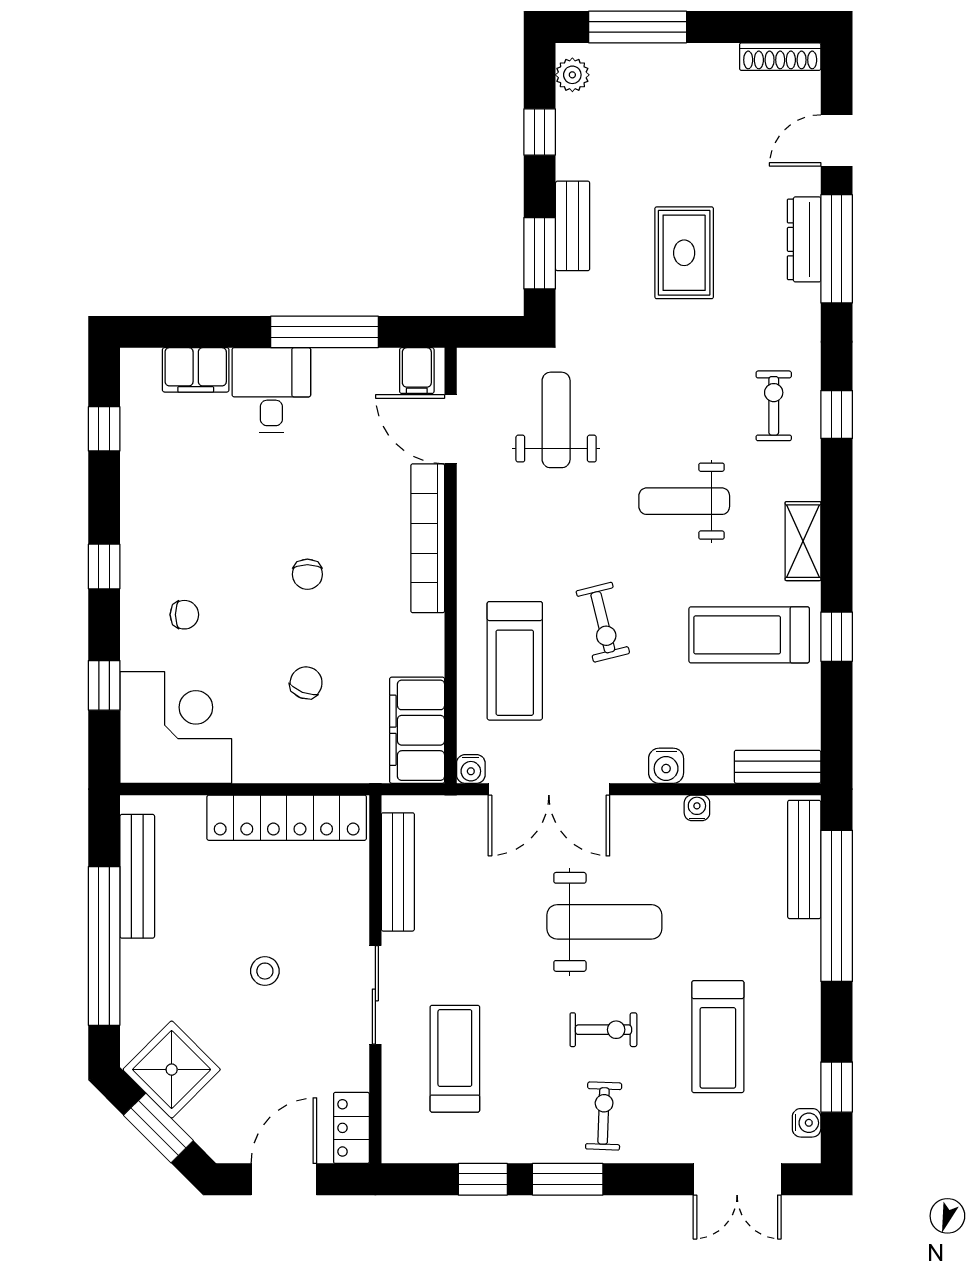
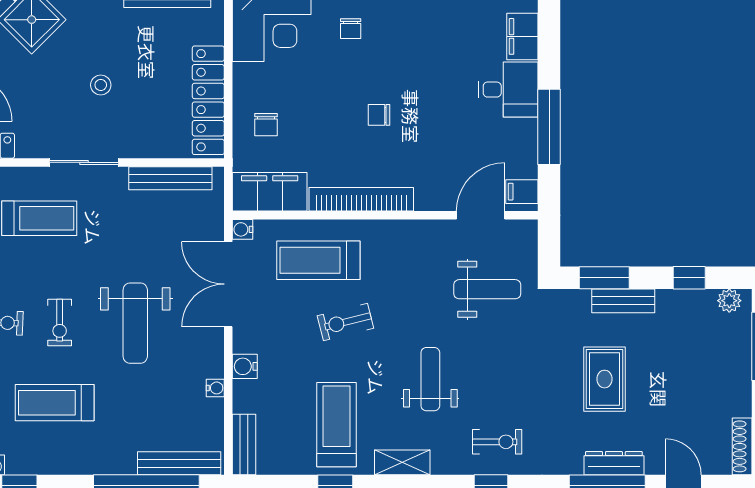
rug: (684, 253) -> (604, 379), turned 90
bookcase: (428, 538) -> (361, 199), moved
chair: (306, 683) -> (266, 125), moved, turned 68

